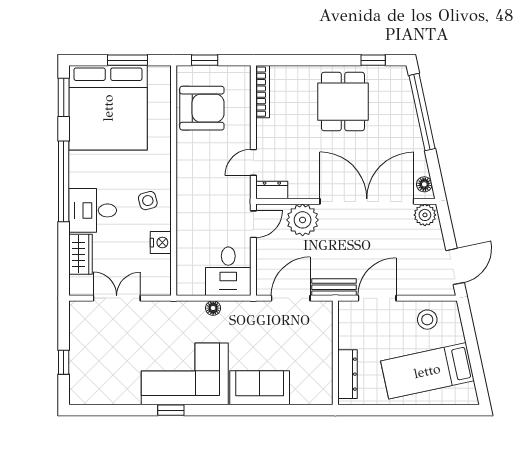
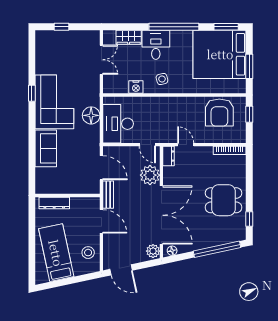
desk: (228, 271) -> (118, 124), width x1.37
floor lamp: (213, 308) -> (91, 115), width x1.89, depth x1.89

